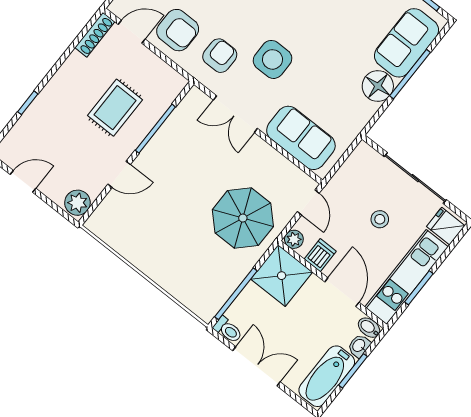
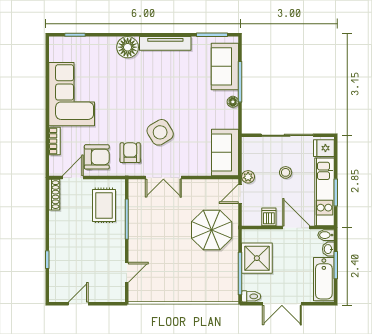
side table: (272, 59) -> (160, 132), turned -31
floor lamp: (378, 86) -> (233, 102), width x0.53, depth x0.53
rug: (115, 108) -> (104, 205), moved
sofa: (301, 138) -> (225, 152), moved, turned -90
door: (119, 174) -> (127, 272), moved
door: (308, 202) -> (240, 194), swing flipped
plant: (77, 203) -> (116, 292), removed
plant: (294, 239) -> (248, 177), moved
shower: (282, 276) -> (257, 258), moved
double door: (256, 366) -> (282, 304), swing flipped

